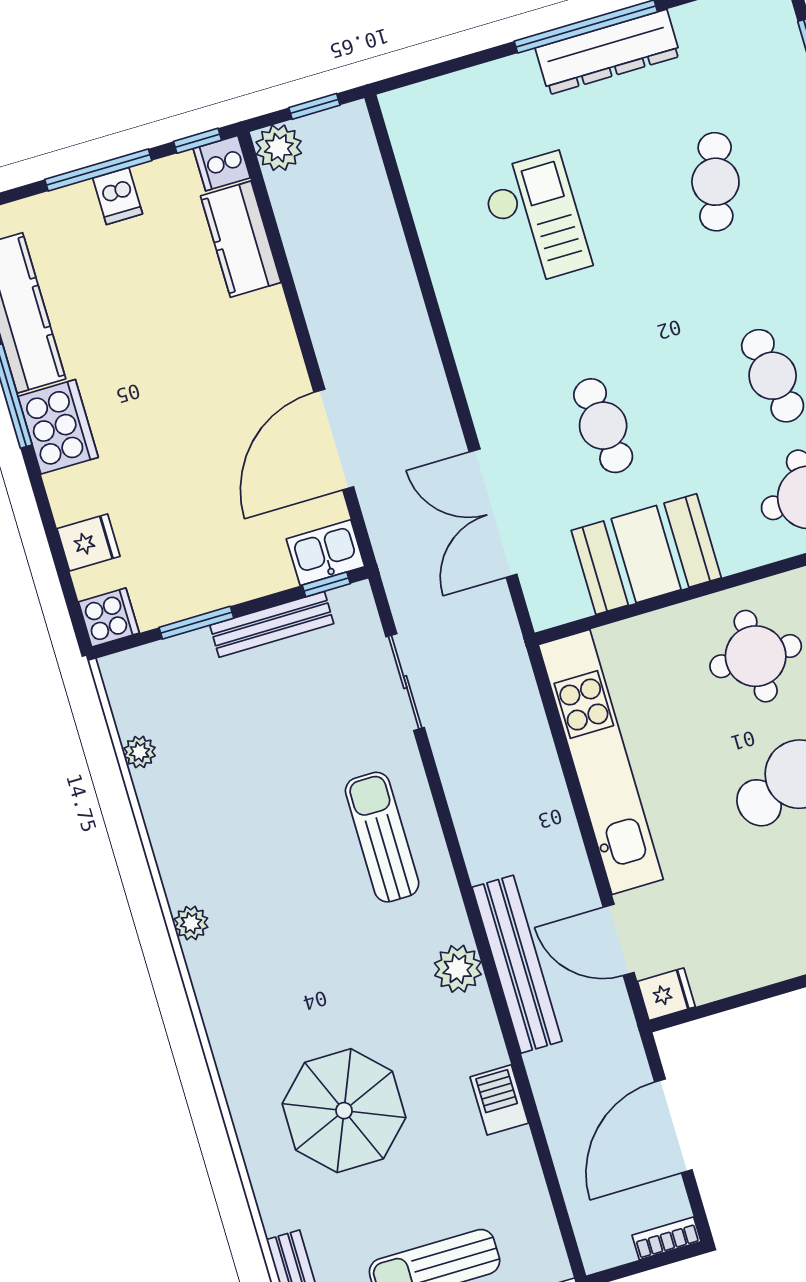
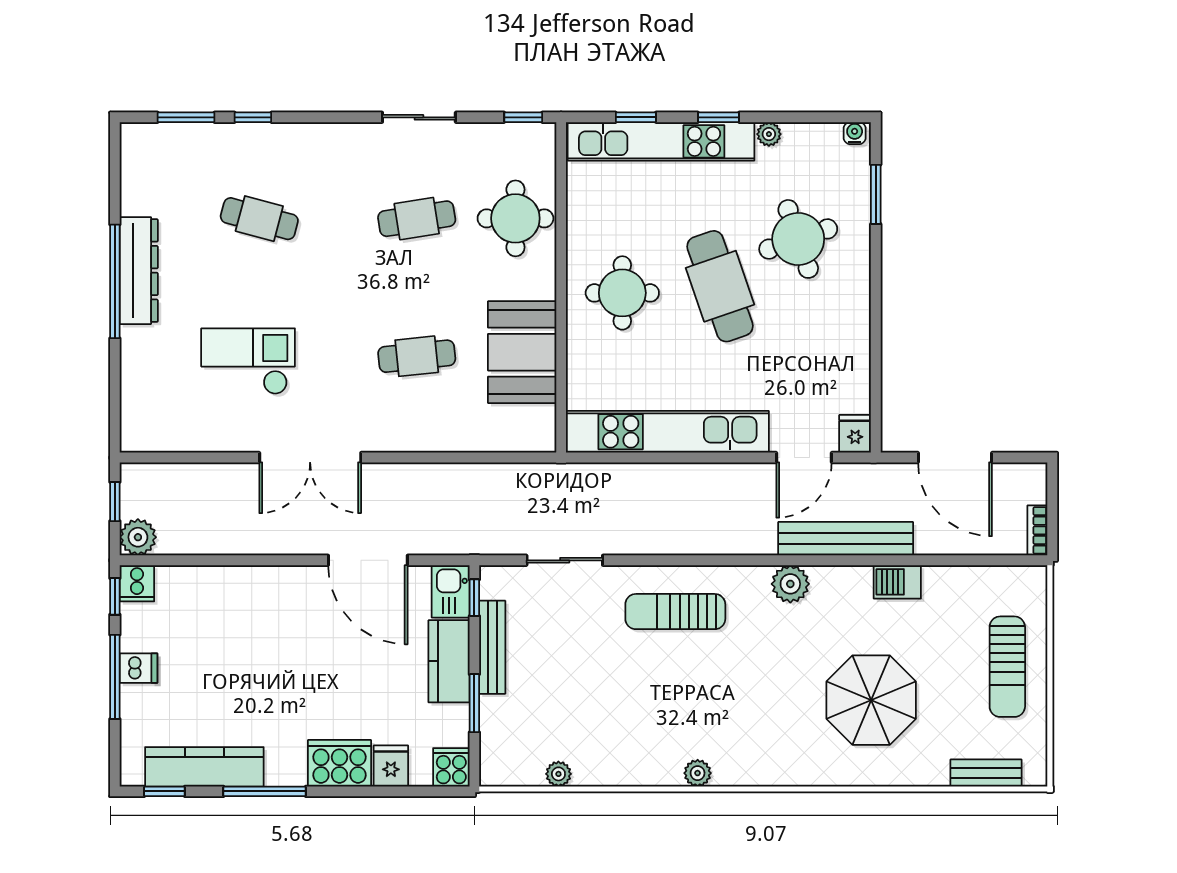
kitchen counter: (241, 239) -> (449, 661), moved, turned 90
cooker: (58, 427) -> (339, 763), moved
double door: (493, 513) -> (310, 458), moved
bench: (517, 964) -> (846, 539), moved
bookcase: (666, 1238) -> (1037, 530), moved

